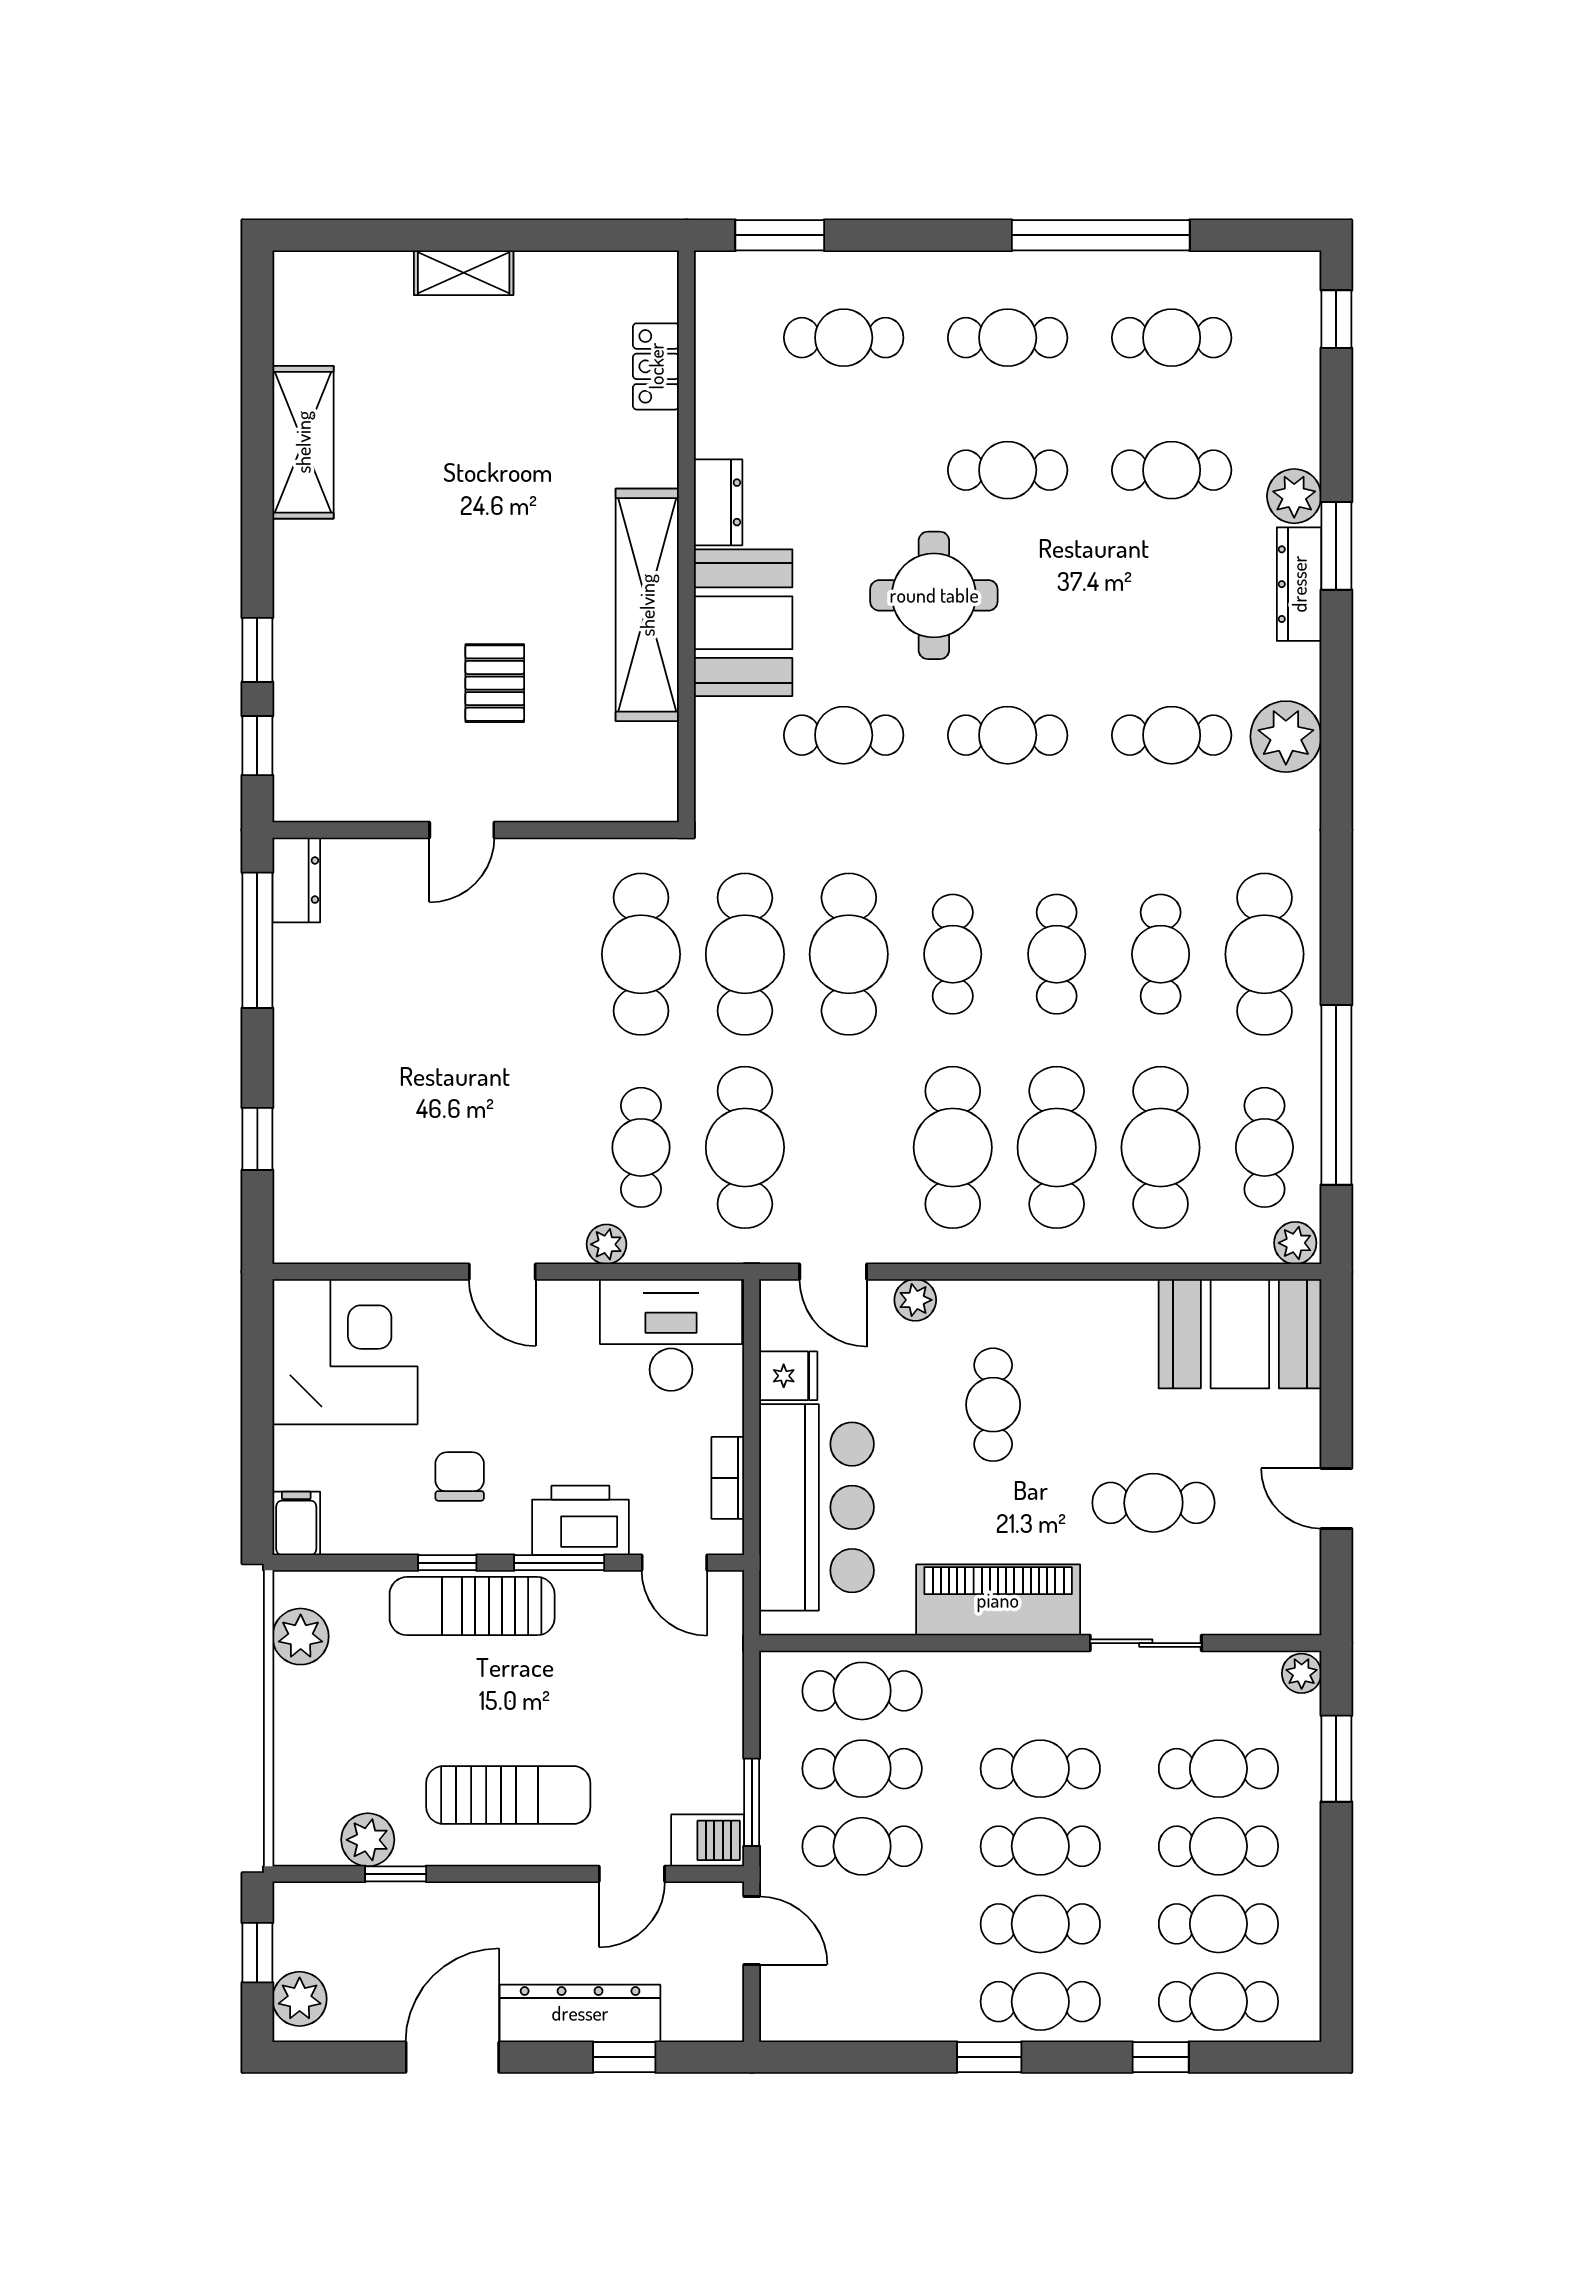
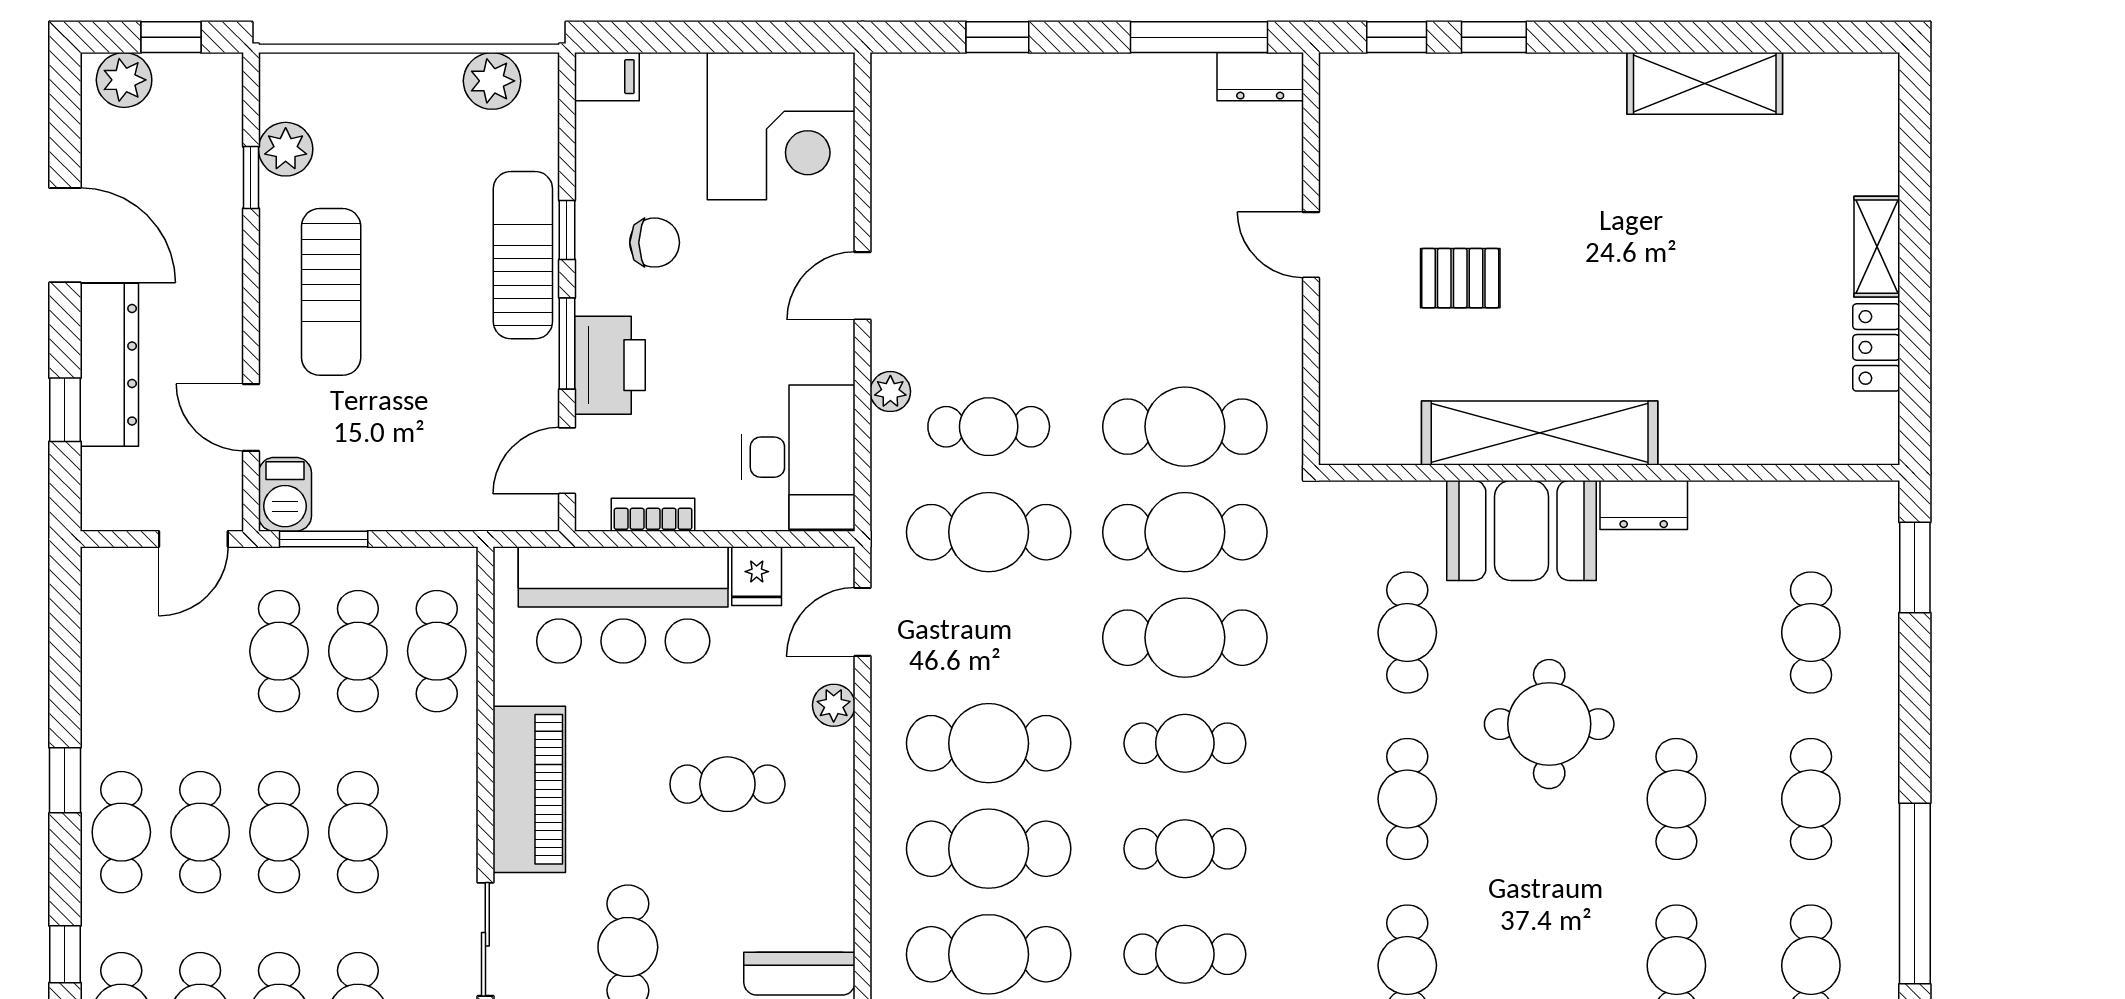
locker: (656, 366) -> (1876, 347), moved, turned -90

